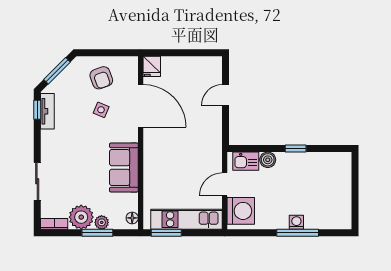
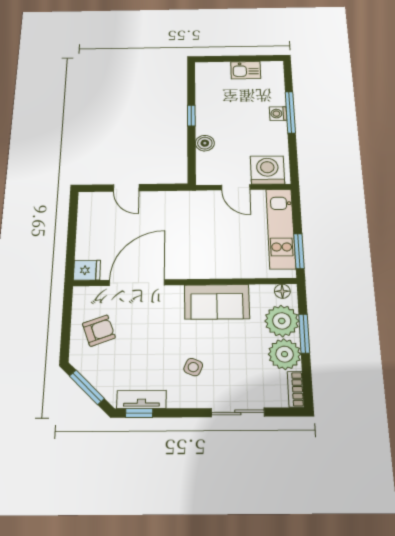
side table: (101, 110) -> (193, 367), moved
kitchen sink: (246, 161) -> (246, 70), moved, turned 90
plant: (102, 222) -> (282, 321), width x1.87, depth x1.87

